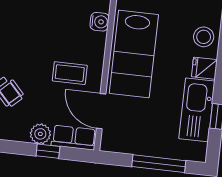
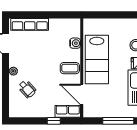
coffee table: (70, 73) -> (70, 68), moved
plant: (40, 134) -> (48, 111), removed

